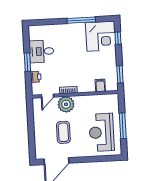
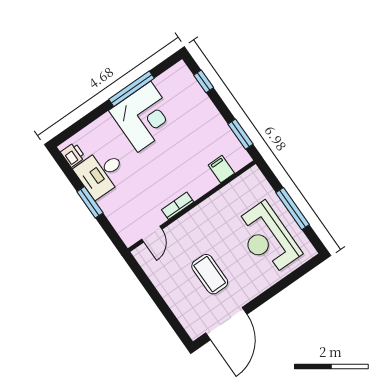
corner desk: (101, 36) -> (144, 117), moved
printer: (36, 77) -> (73, 155), moved
plant: (66, 104) -> (187, 229), removed

